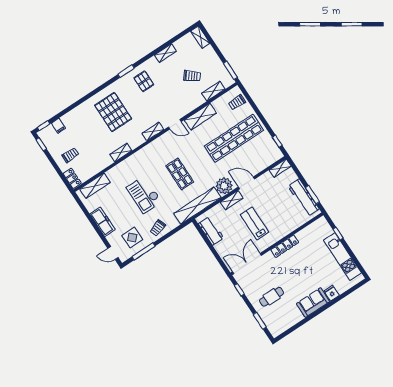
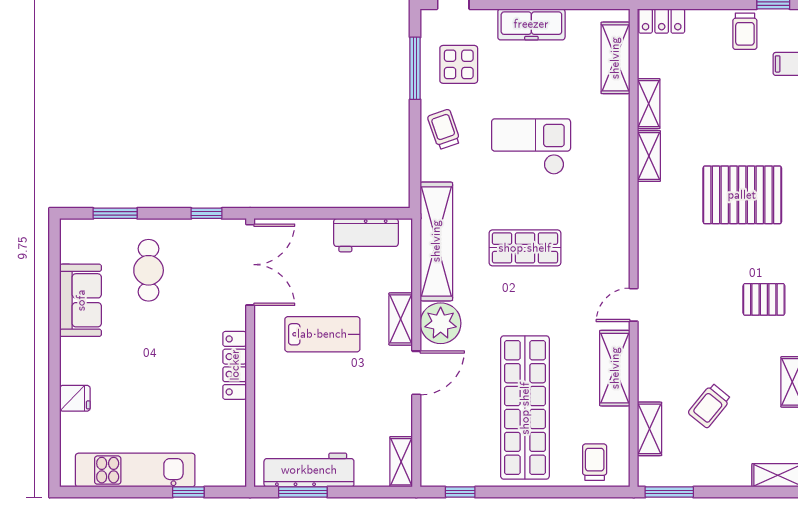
shelving: (153, 131) -> (649, 104), moved
trolley: (70, 155) -> (745, 31), moved
sofa: (313, 303) -> (81, 300), moved

